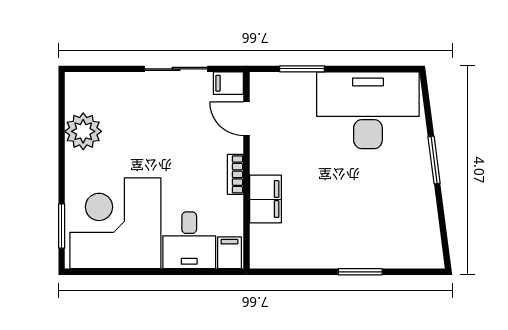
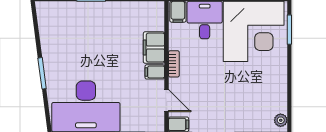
plant: (83, 131) -> (281, 120), moved, width x0.53, depth x0.53
filing cabinet: (264, 162) -> (155, 72), added

